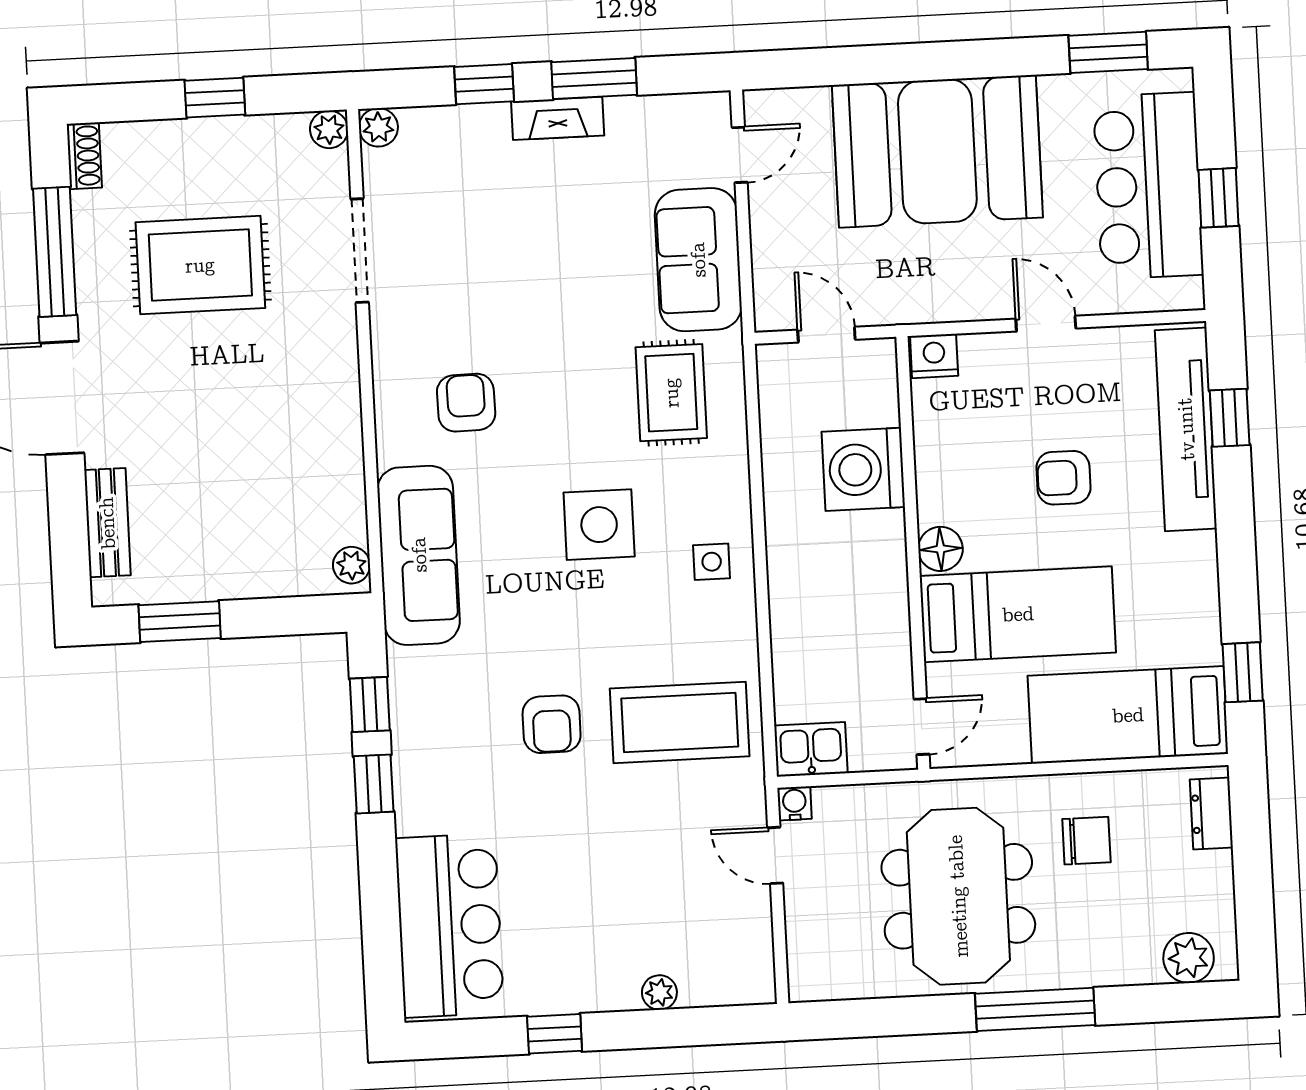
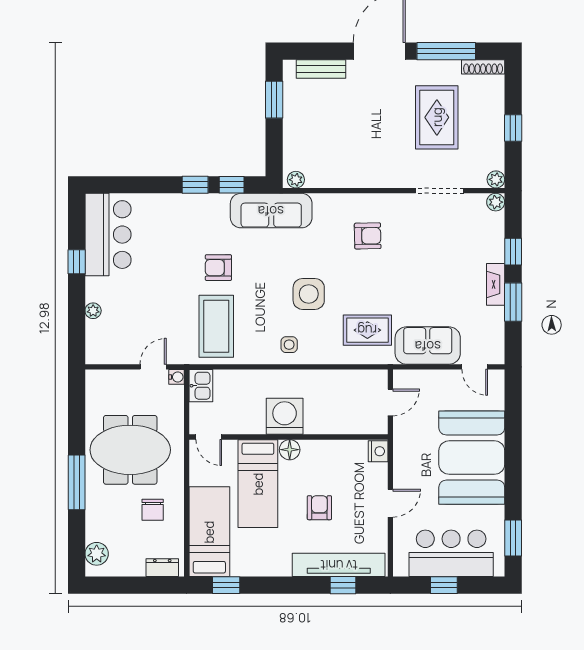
shoe rack: (84, 156) -> (483, 67), width x1.43
washing machine: (863, 469) -> (285, 416), moved
sofa: (419, 555) -> (271, 211), moved
bar counter: (450, 925) -> (108, 235), moved, turned -90

